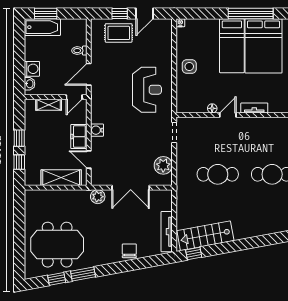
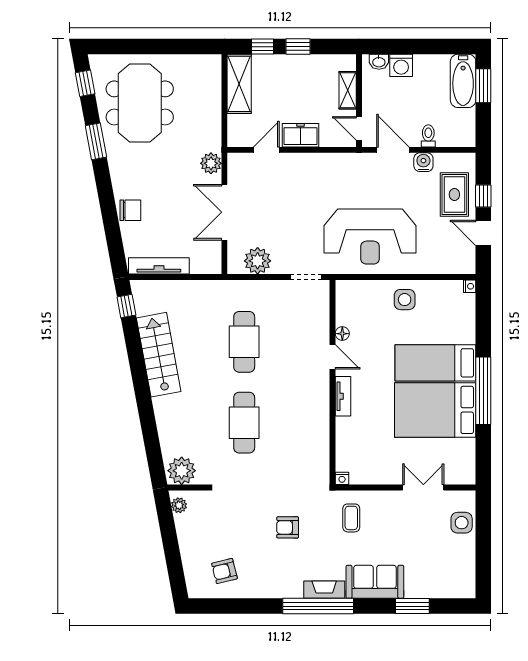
reception desk: (147, 90) -> (370, 237), width x1.36, depth x1.30
water cooler: (97, 130) -> (423, 162), moved
shelving: (61, 178) -> (239, 84), moved
stairs: (205, 236) -> (159, 355), moved
window: (57, 279) -> (85, 83), moved

